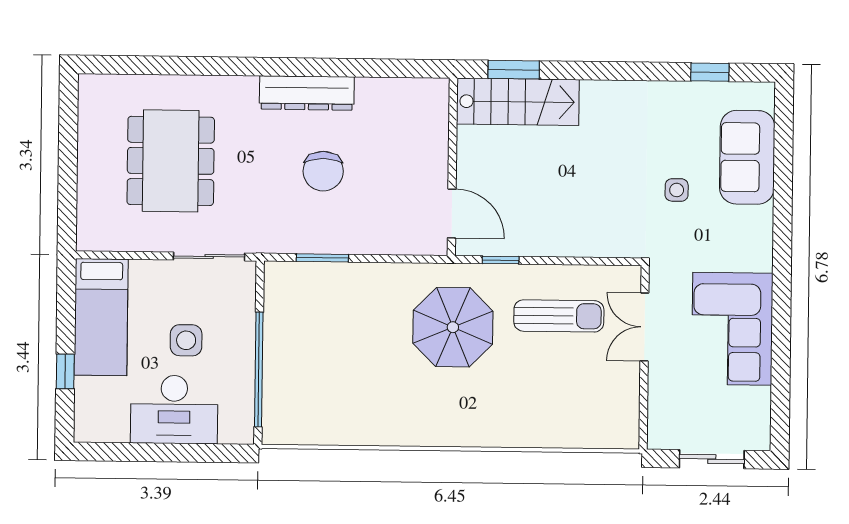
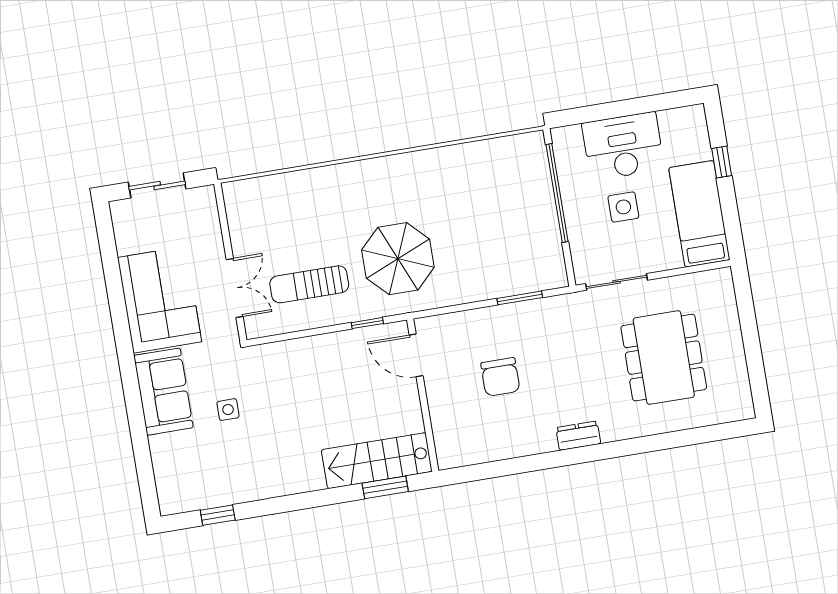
dresser: (307, 93) -> (578, 436), width x0.51, depth x0.80
sofa: (747, 157) -> (163, 392), moved
chair: (323, 171) -> (500, 377), moved, turned 180

